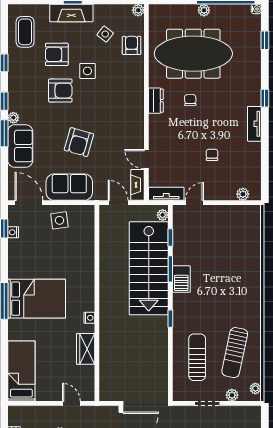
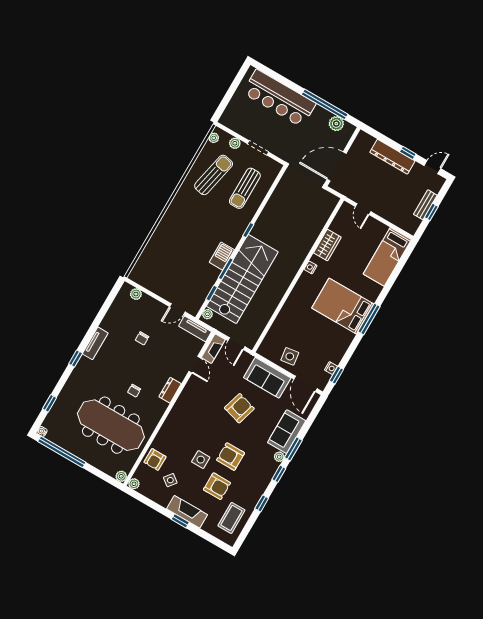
plant: (204, 10) -> (121, 476), moved
dresser: (156, 101) -> (170, 390), moved

